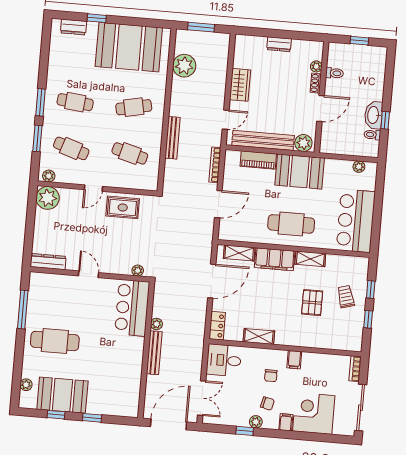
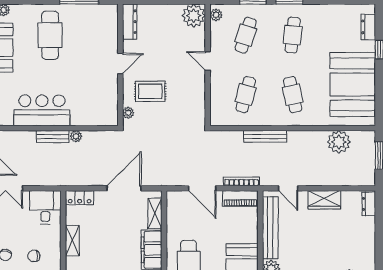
dresser: (279, 44) -> (369, 204), moved
piano: (258, 160) -> (240, 198), moved, turned -90
rug: (123, 207) -> (150, 91), moved, turned 90
door: (212, 281) -> (124, 188), swing flipped
bar counter: (132, 308) -> (42, 110), moved
bench: (154, 353) -> (53, 136), width x0.73

